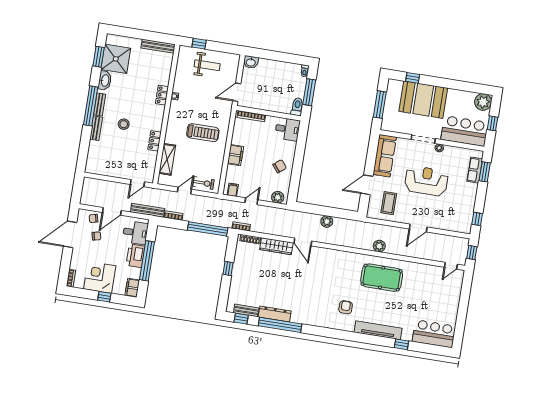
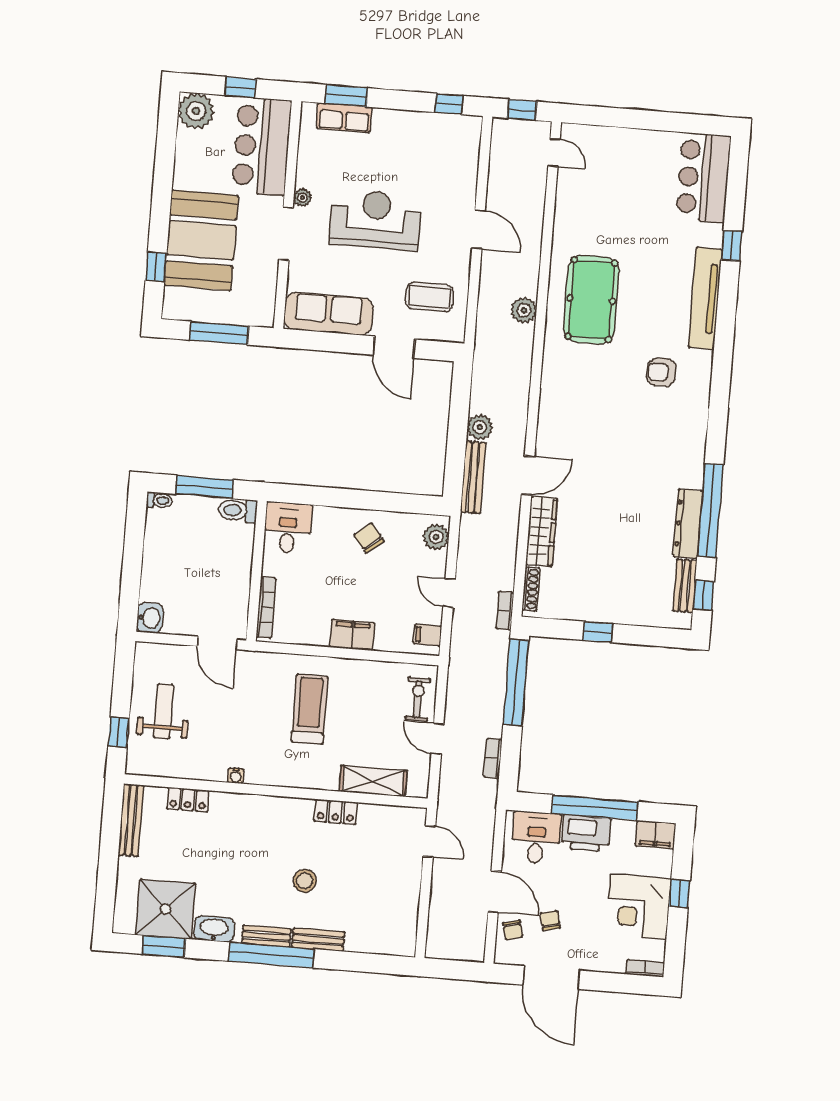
locker: (162, 95) -> (188, 800), moved
reception desk: (426, 181) -> (376, 220), turned 90
bench: (148, 210) -> (473, 477), moved

